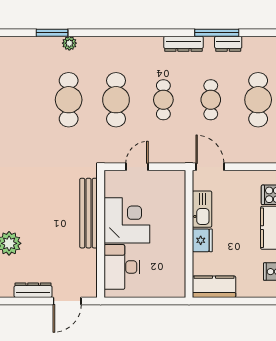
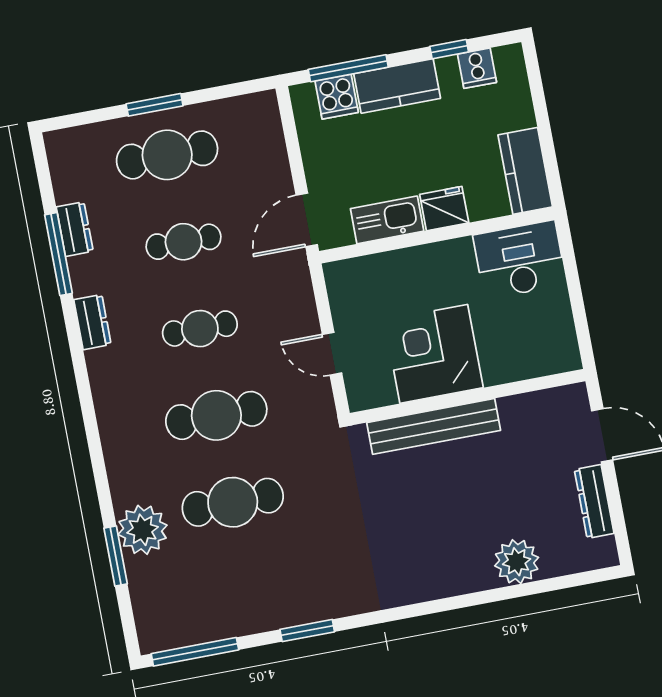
plant: (69, 43) -> (143, 530), width x1.88, depth x1.88
dresser: (183, 44) -> (92, 322), width x0.70
desk: (122, 267) -> (520, 260), moved, turned 180

